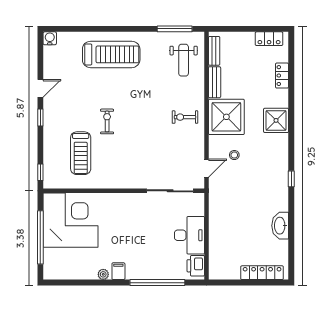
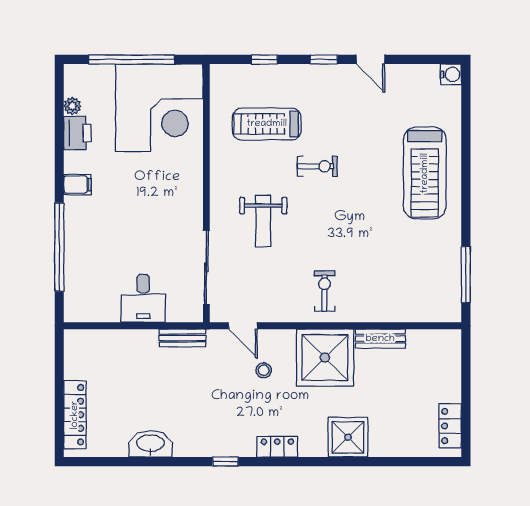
bench: (214, 51) -> (182, 338), moved
weight bench: (184, 60) -> (263, 221), moved, turned -90
locker: (282, 76) -> (277, 447), moved
shower: (276, 120) -> (348, 437), moved
window: (40, 172) -> (264, 59), moved
desk: (189, 235) -> (143, 298), width x0.73
printer: (196, 266) -> (78, 133), moved, turned 90
plant: (103, 274) -> (72, 106), moved

